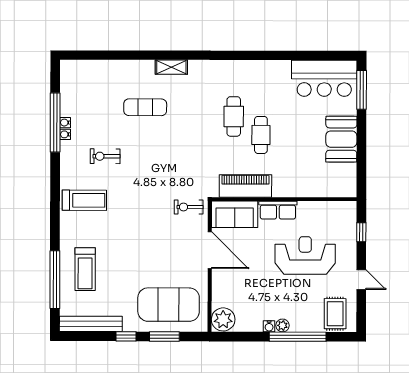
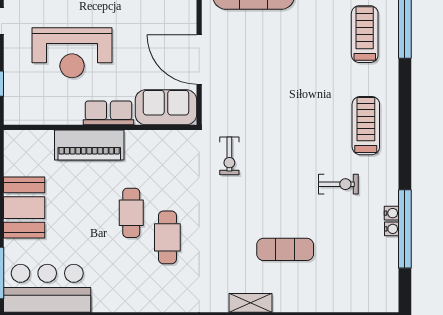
piano: (245, 186) -> (89, 145), moved
treadmill: (84, 200) -> (366, 126), turned 90
exercise bike: (189, 207) -> (229, 156), moved, turned 90

